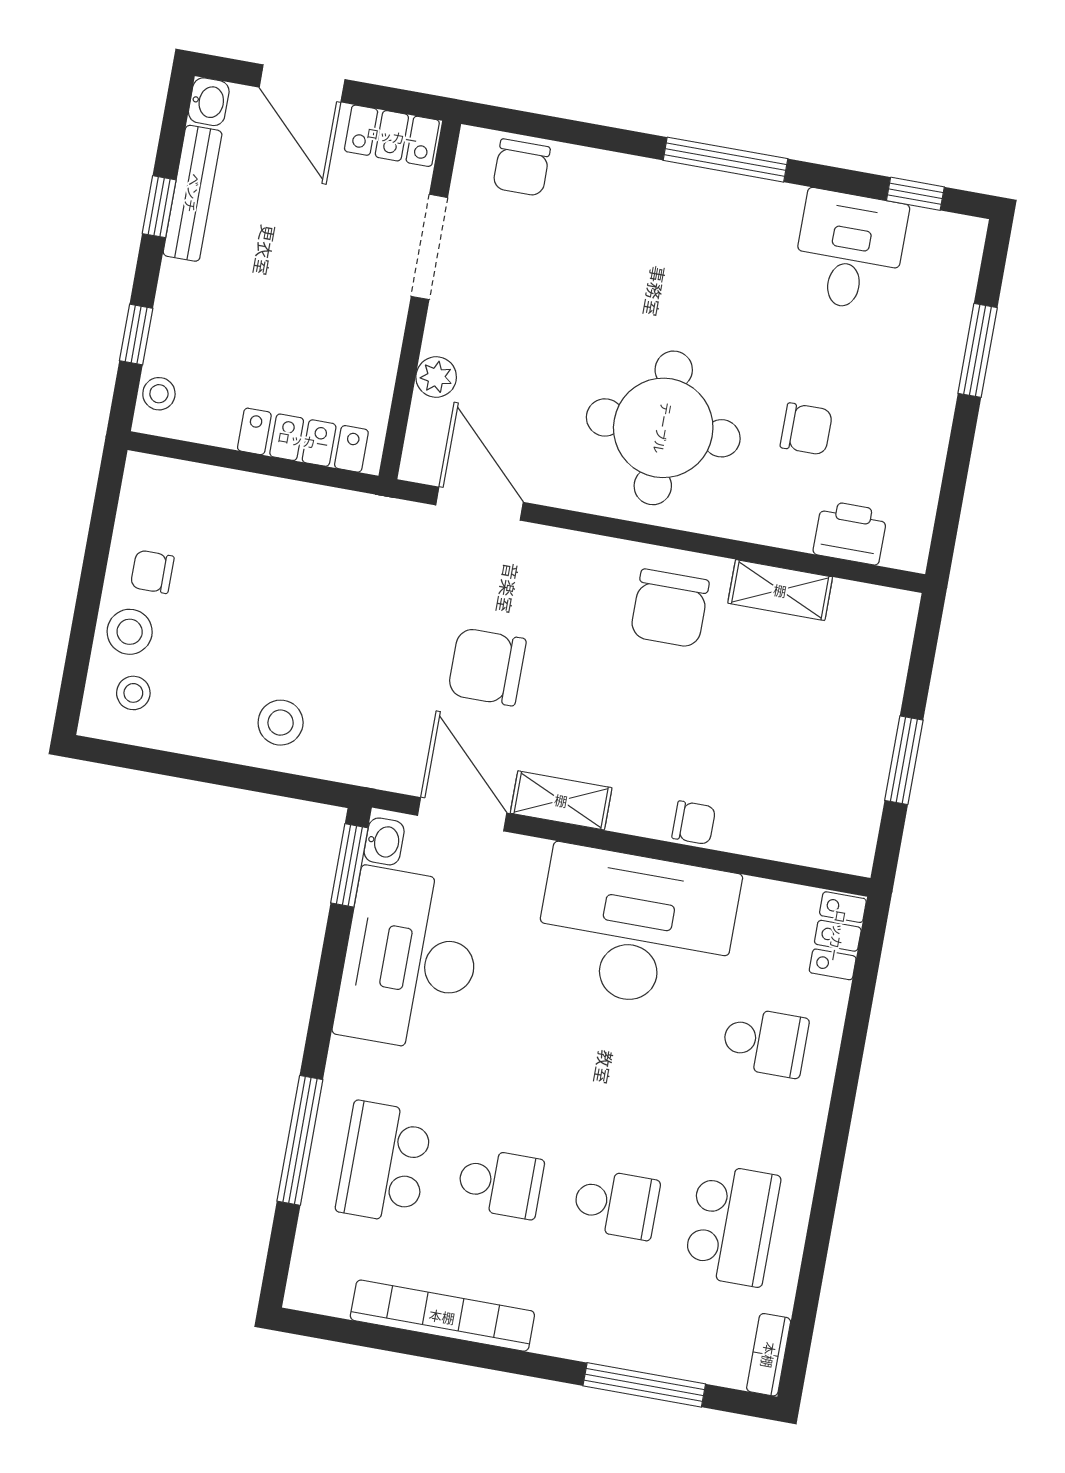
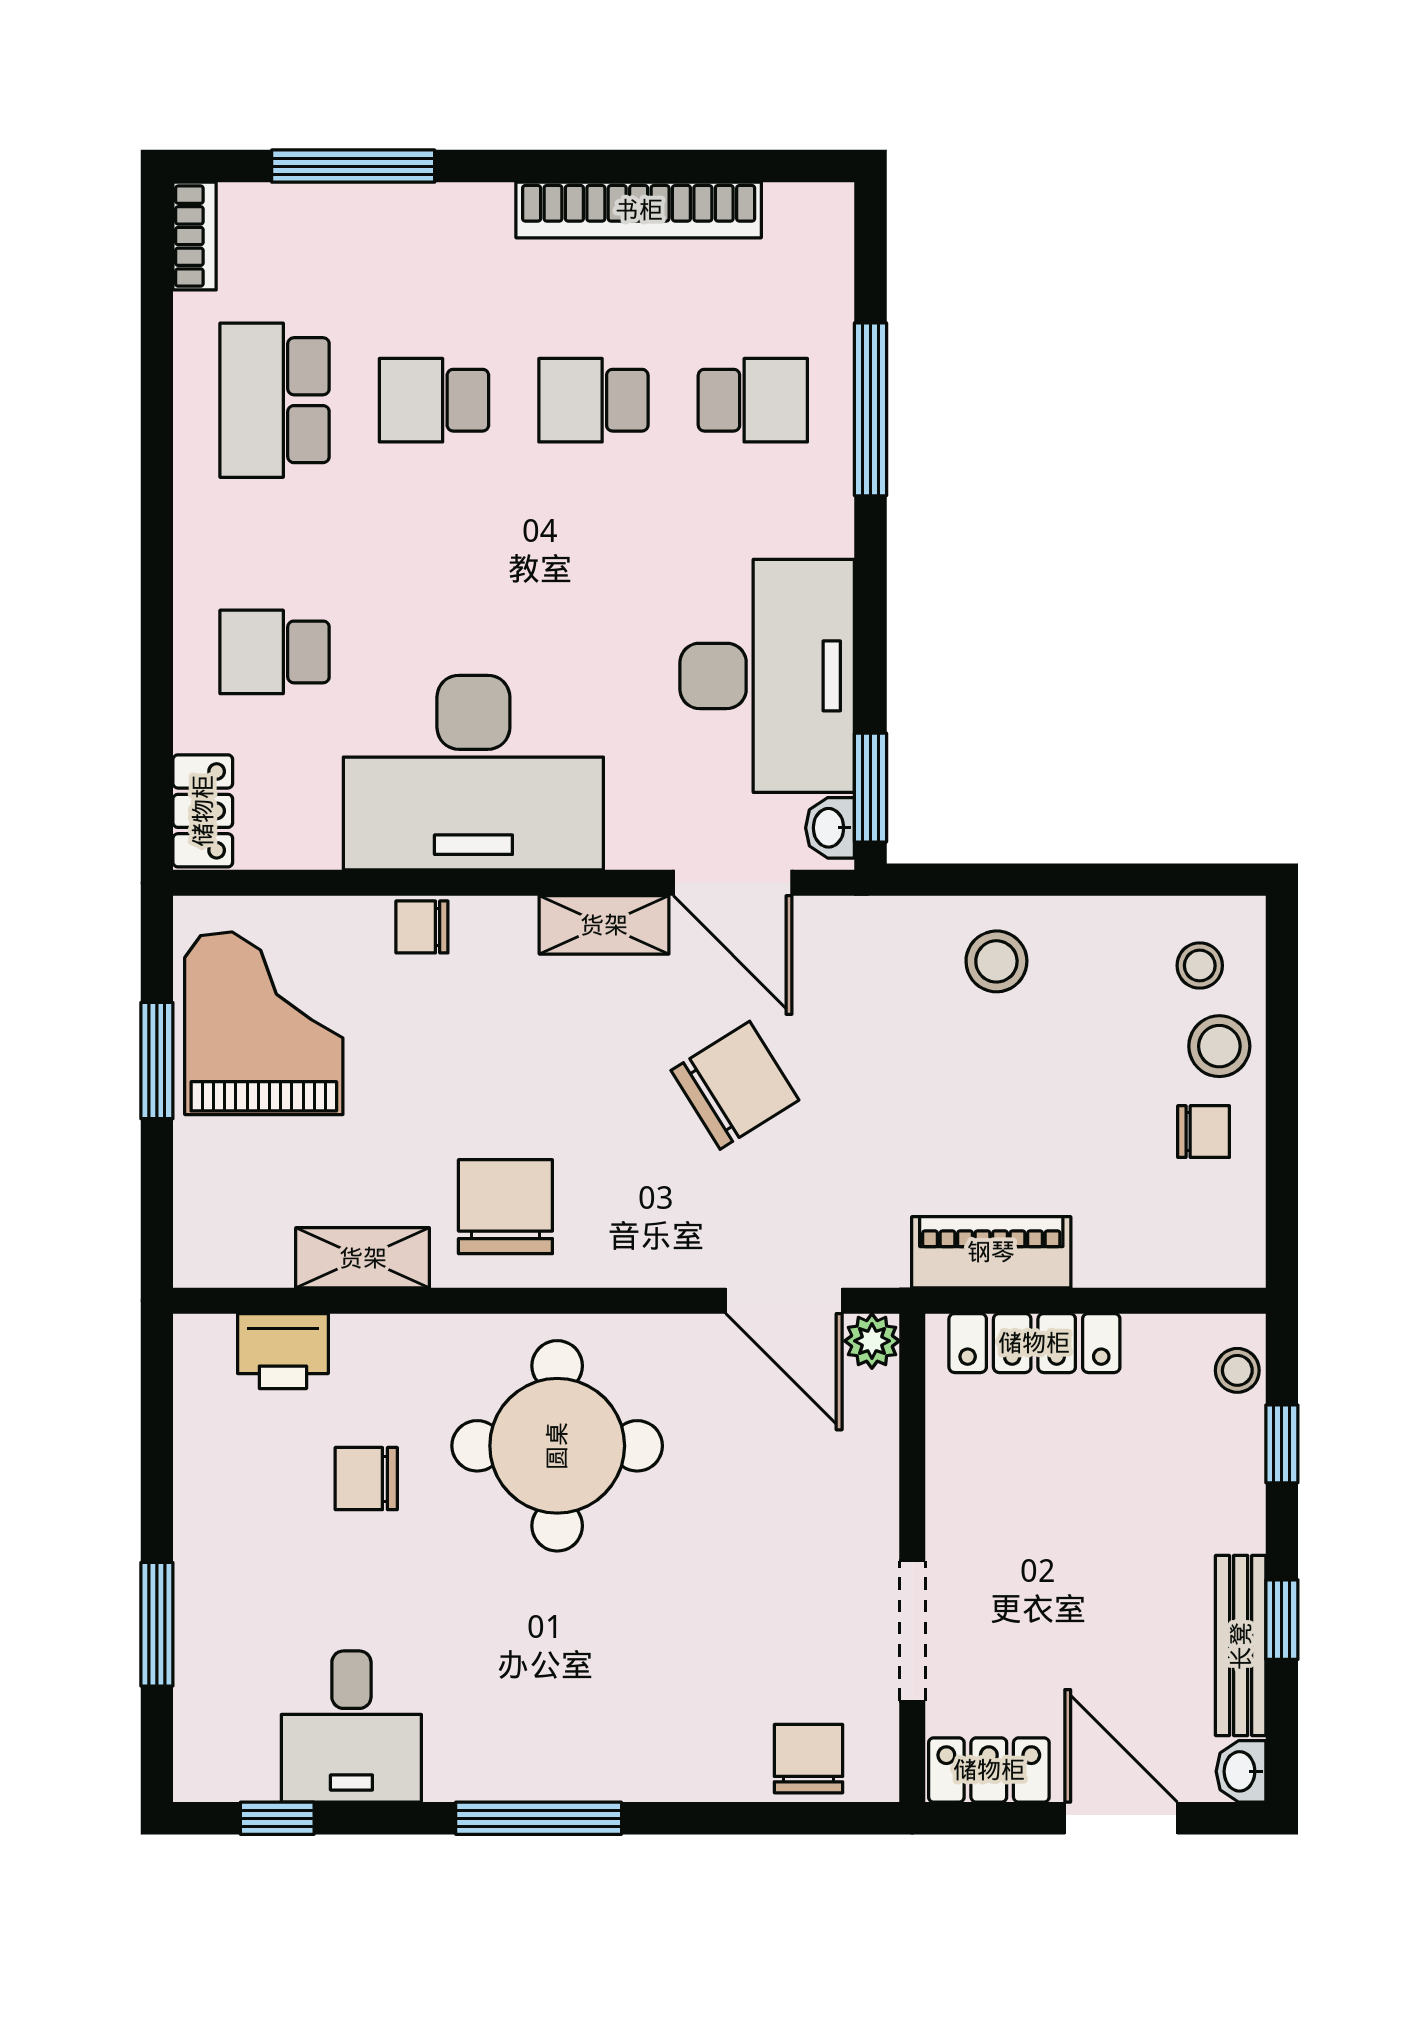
plant: (436, 377) -> (872, 1341), moved
piano: (322, 512) -> (991, 1252), added
chair: (487, 667) -> (735, 1085), turned -32
grand piano: (821, 773) -> (264, 1023), added
school desk: (384, 1162) -> (753, 400), width x0.54

